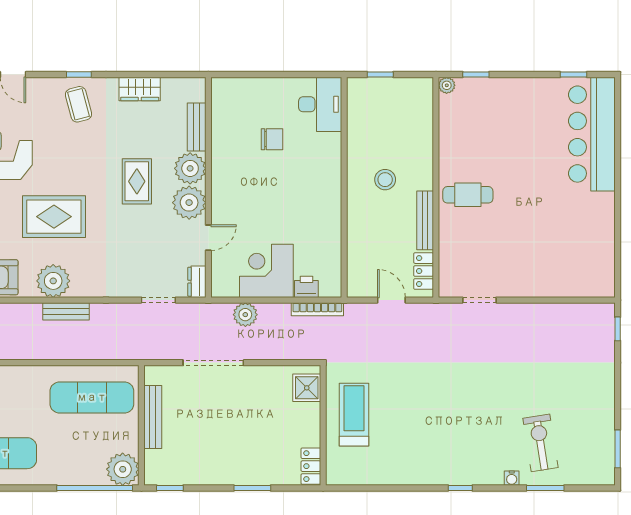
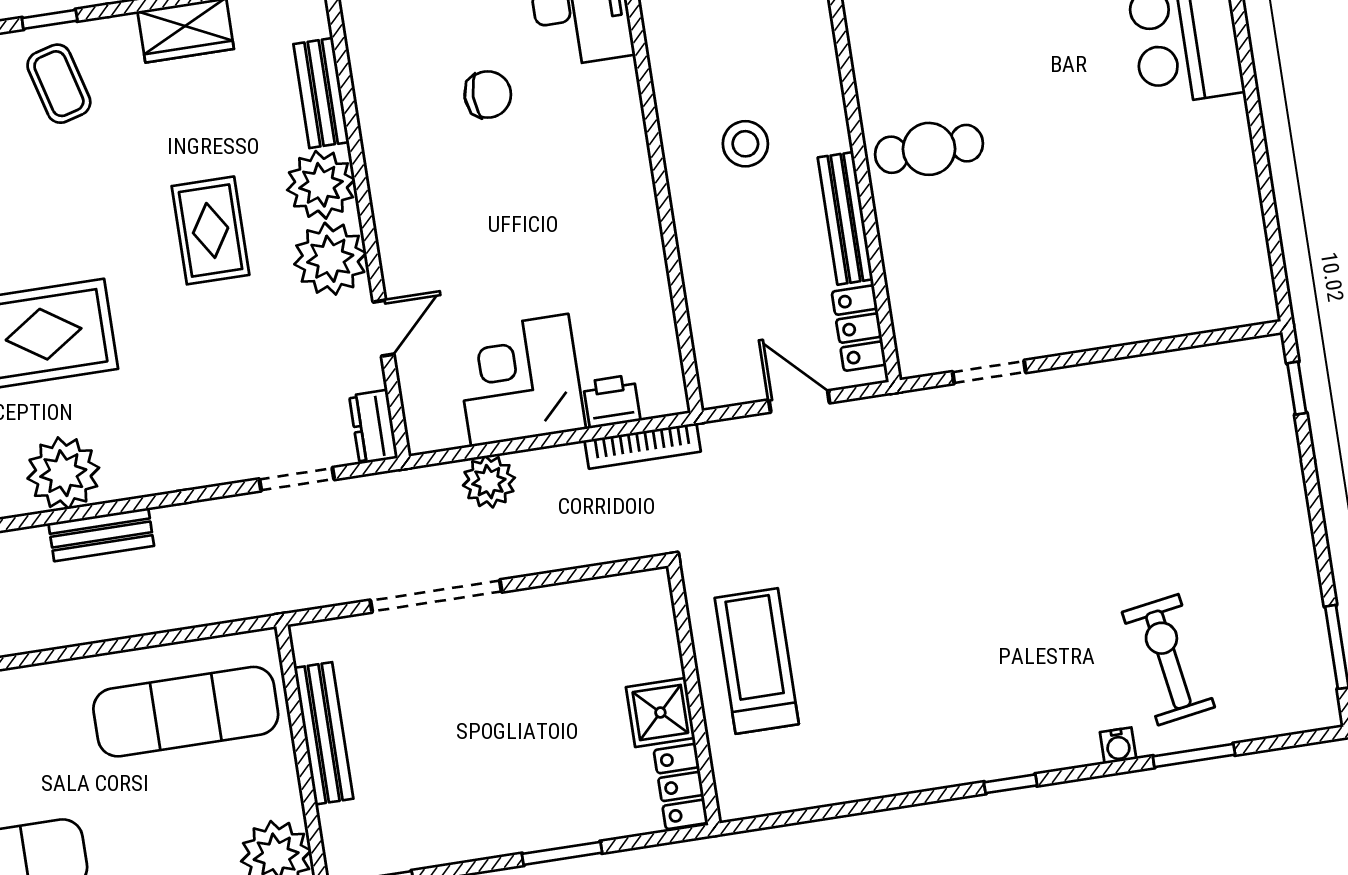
shower: (307, 388) -> (660, 712), moved

